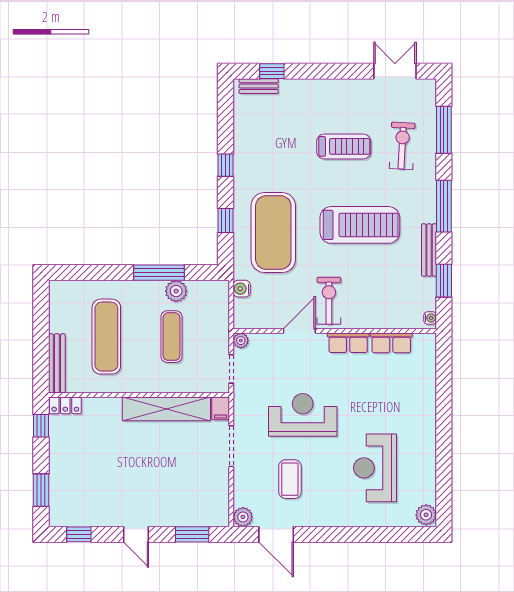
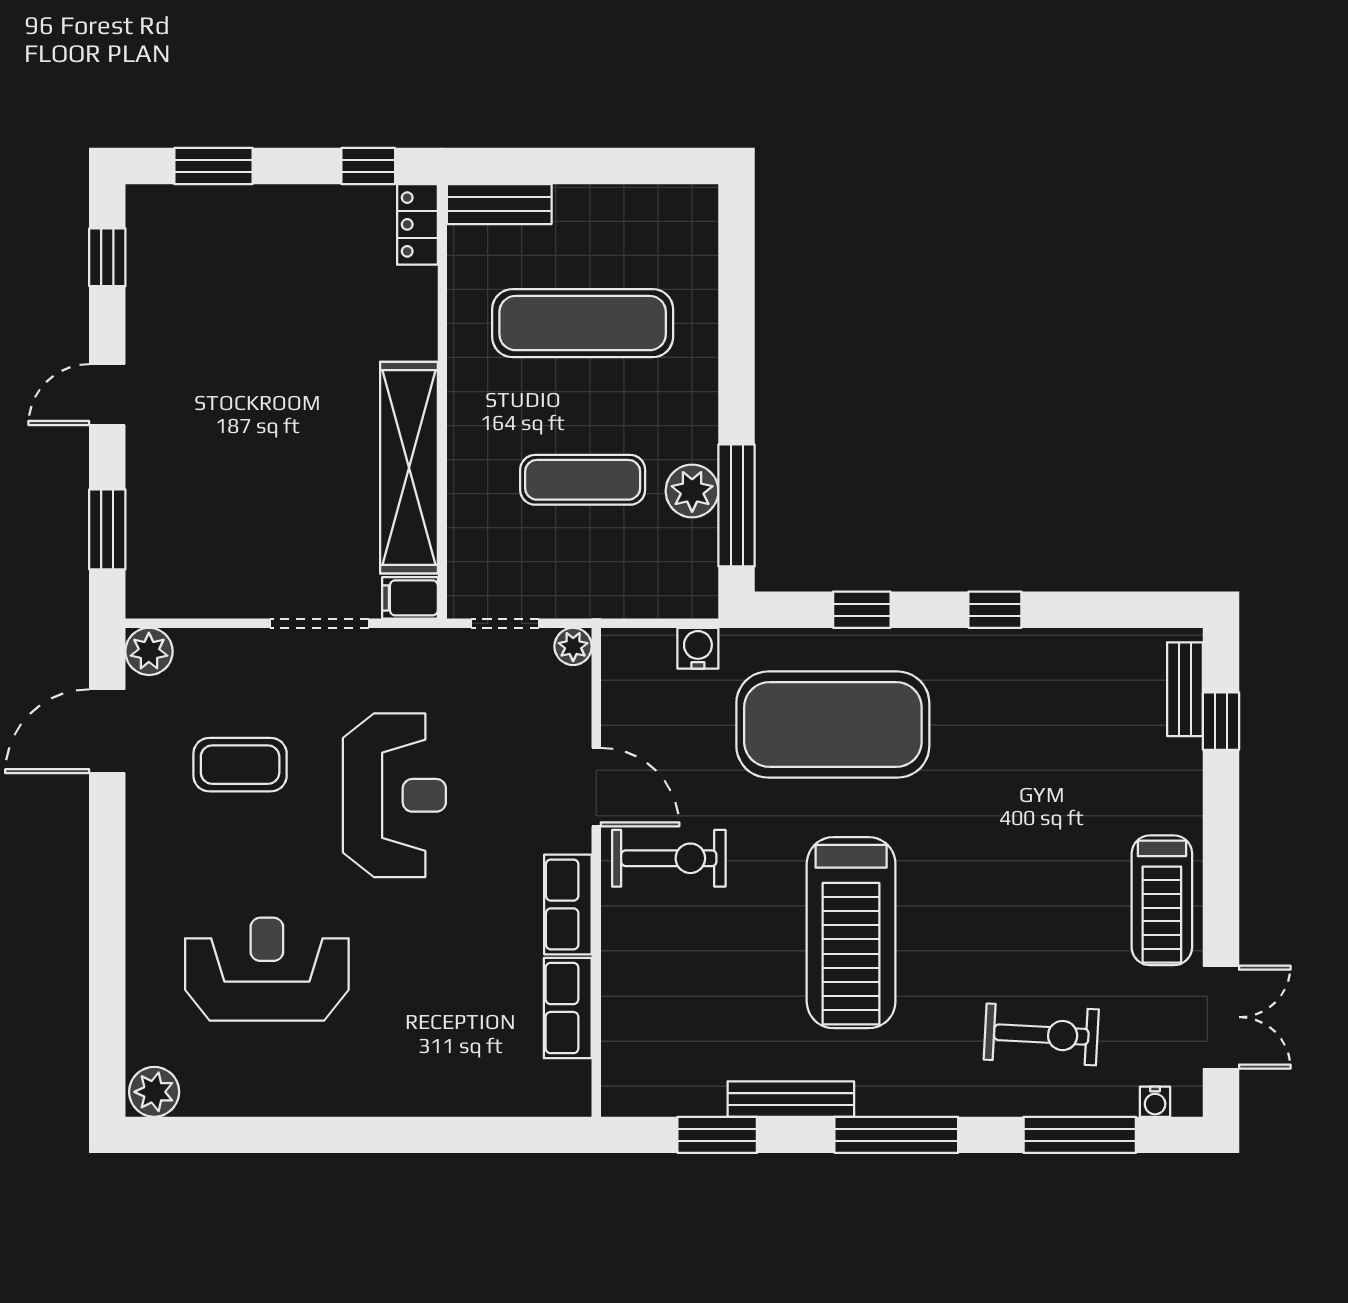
treadmill: (344, 146) -> (1162, 900), moved
window: (159, 273) -> (737, 505), moved
water cooler: (430, 318) -> (1155, 1102), moved
bench: (57, 363) -> (499, 204), width x0.73

